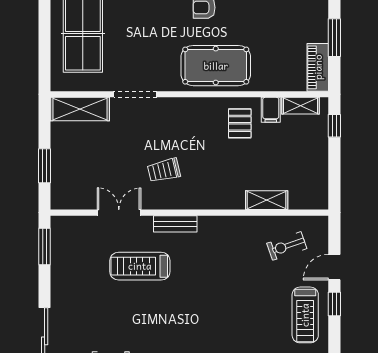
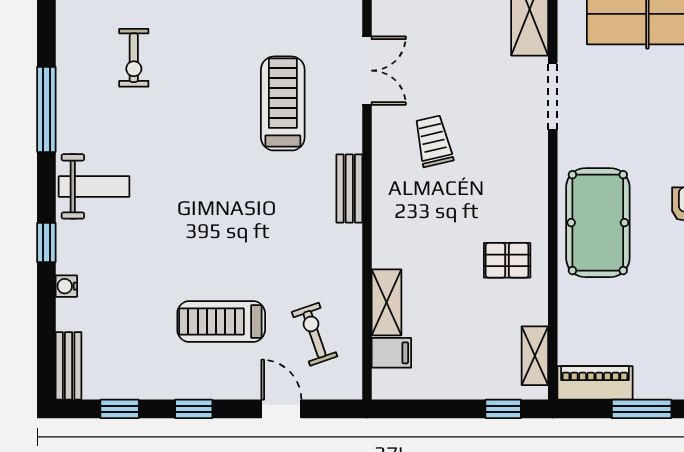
filing cabinet: (271, 110) -> (391, 353), moved, turned 180
bench: (175, 224) -> (349, 188), moved
window: (334, 304) -> (194, 409), moved
treadmill: (305, 315) -> (221, 322), moved

